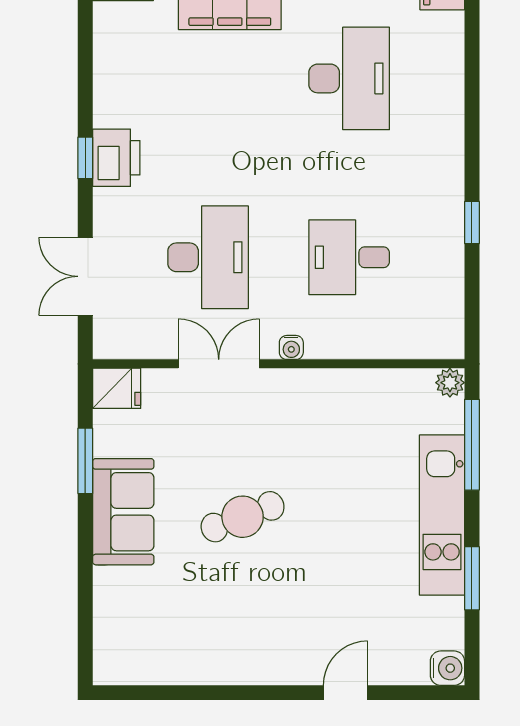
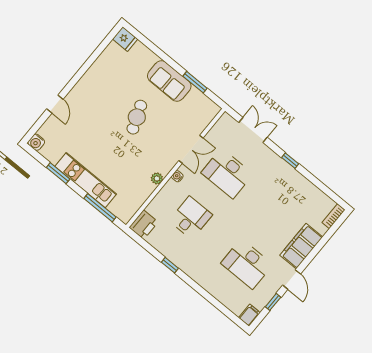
printer: (116, 158) -> (144, 225), moved, turned -90
plant: (450, 383) -> (157, 178), moved
fridge: (117, 388) -> (125, 39), moved, turned -90

